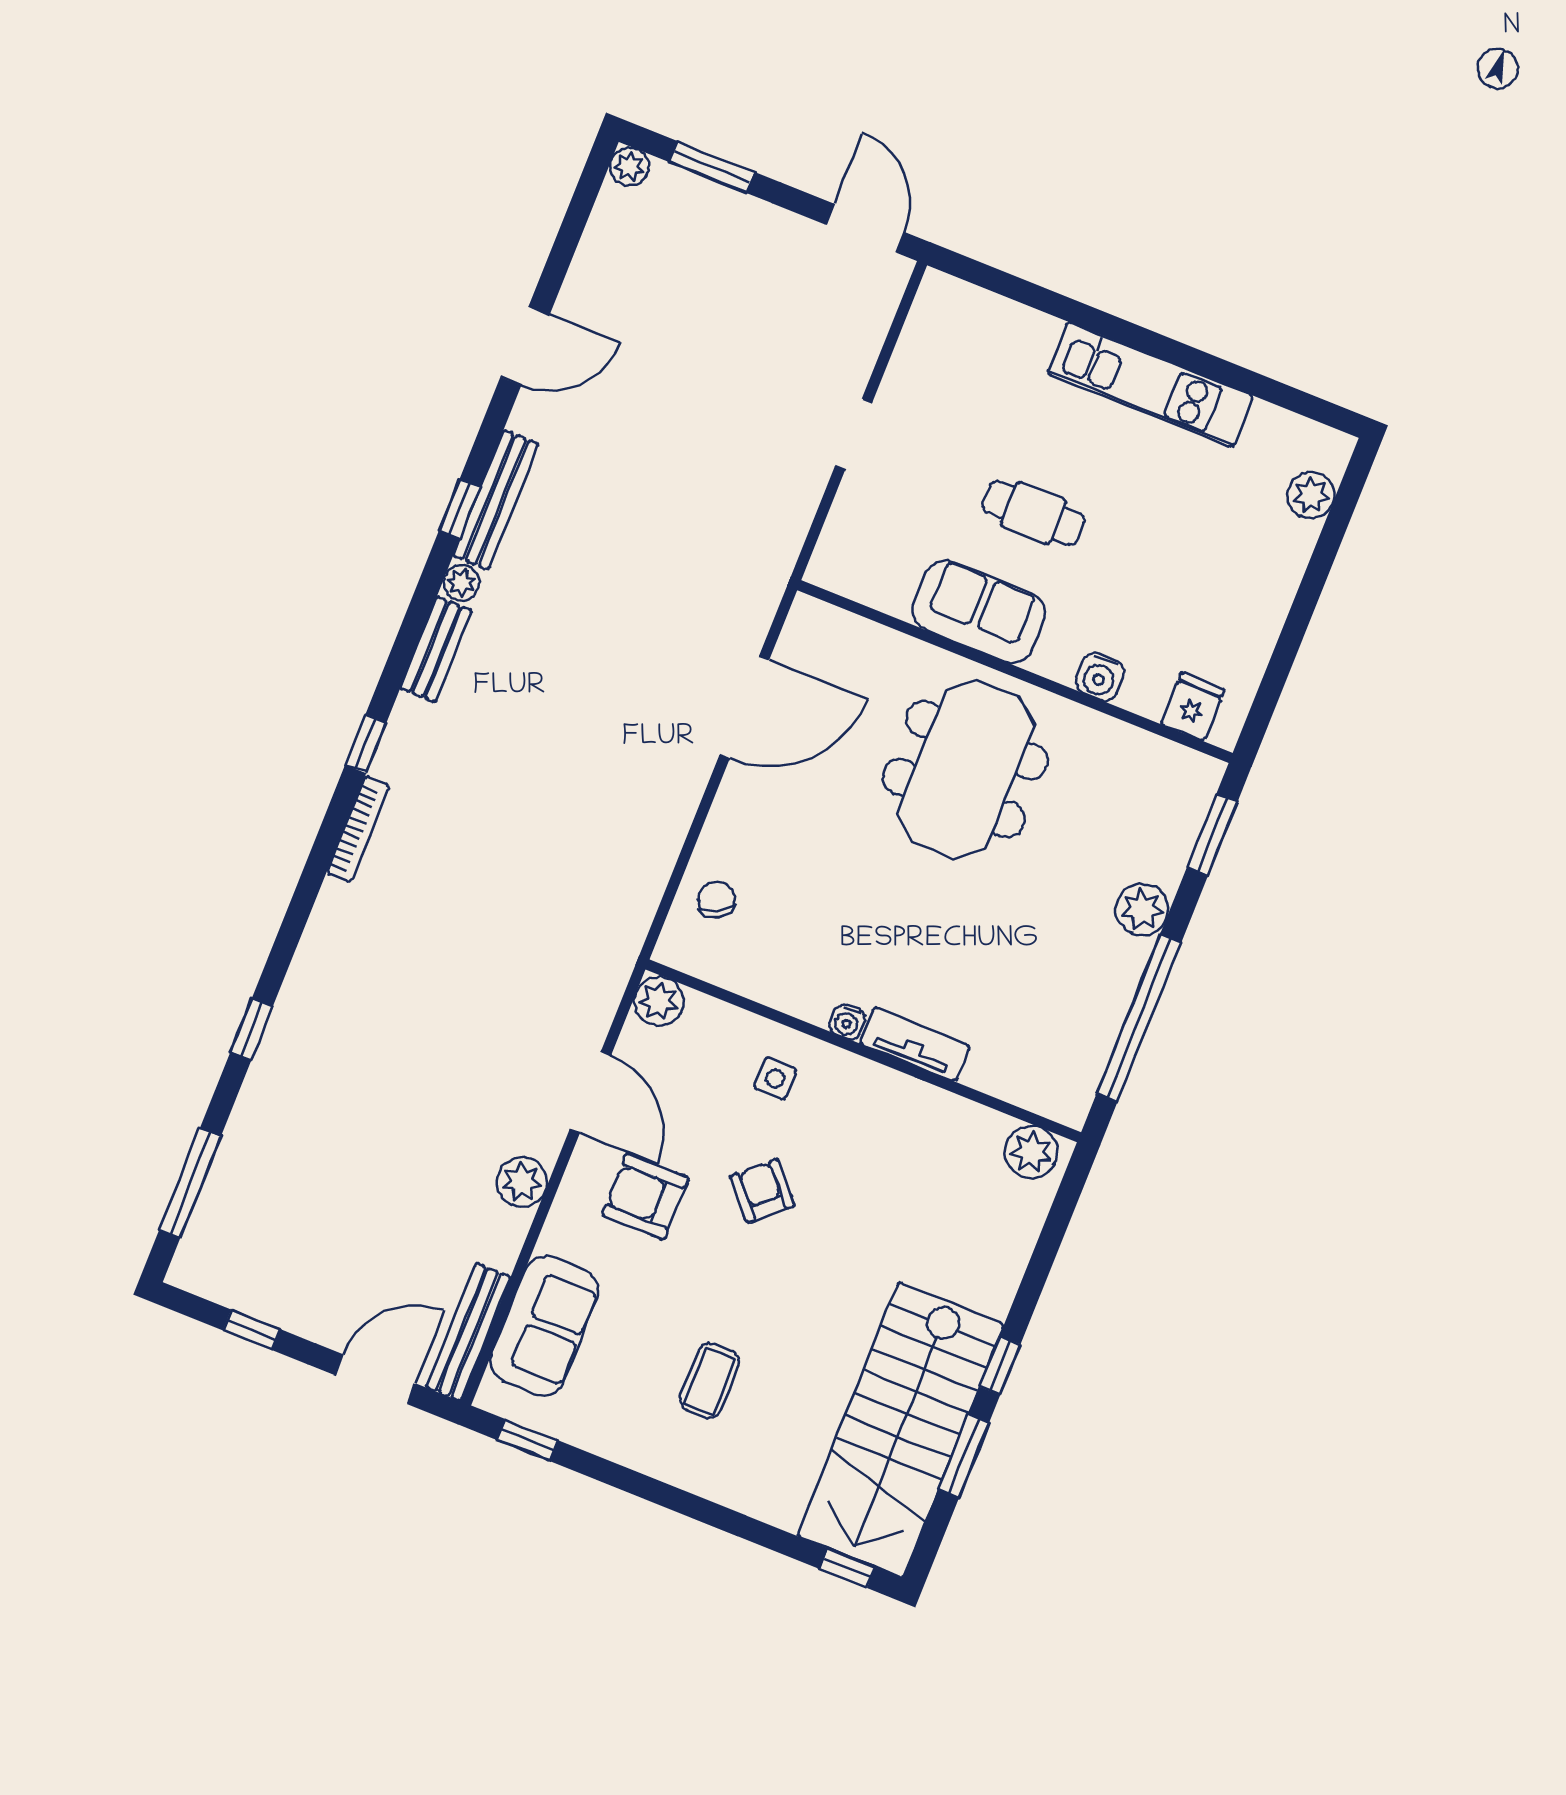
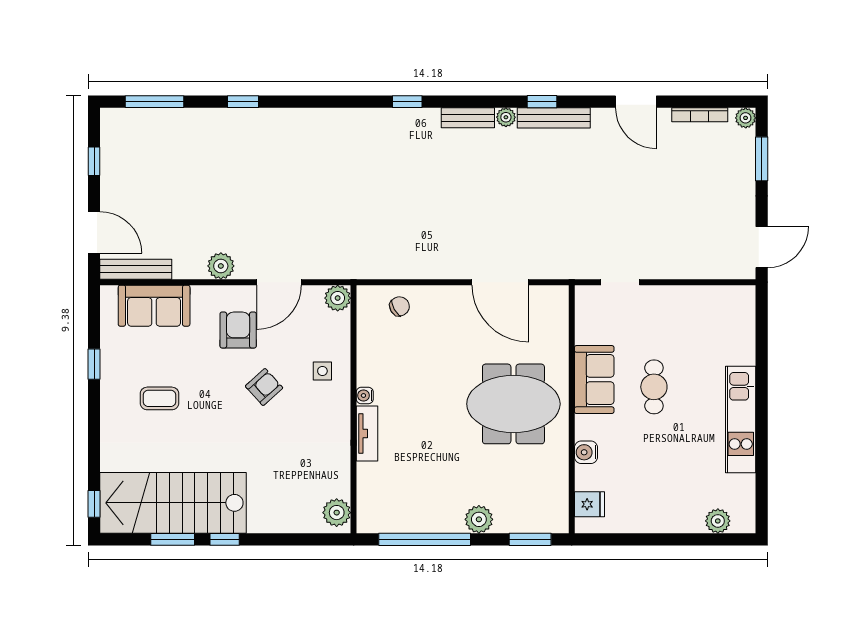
doorway: (853, 435) -> (620, 282), moved
bookcase: (358, 829) -> (700, 115), moved
window: (527, 1440) -> (94, 364), moved

